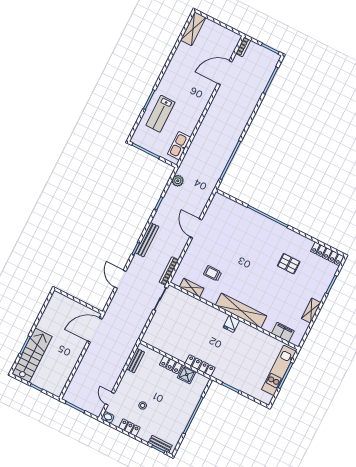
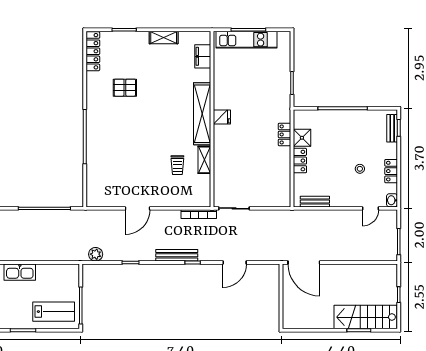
lab bench: (160, 114) -> (54, 312), moved
kitchen sink: (179, 146) -> (20, 272), moved
pallet: (289, 264) -> (125, 88), turned 90
shelving: (192, 288) -> (204, 160), moved
locker: (200, 365) -> (284, 134), width x0.66

